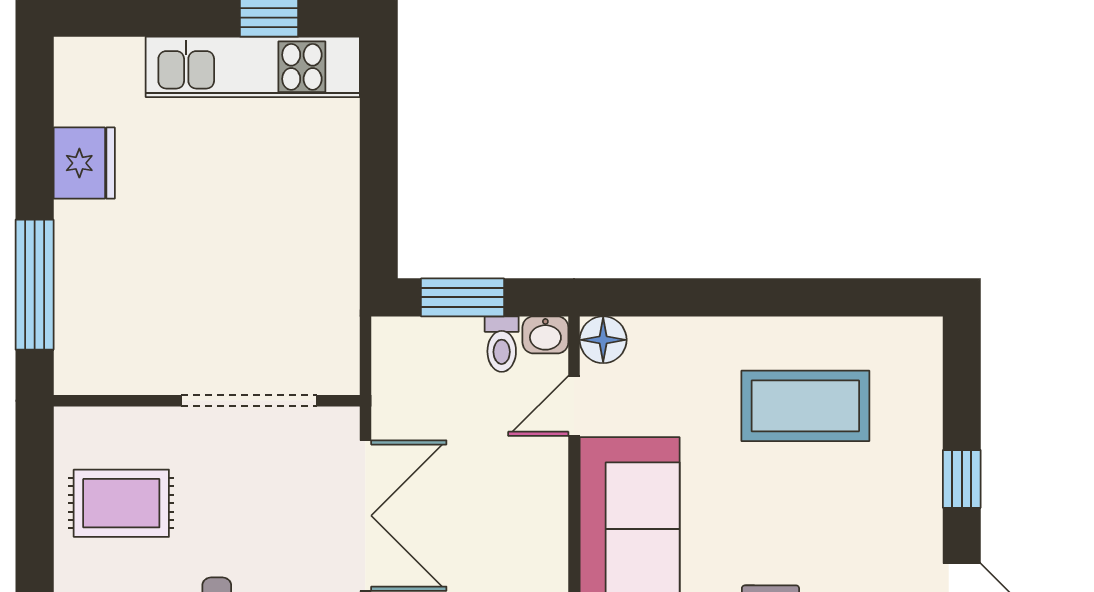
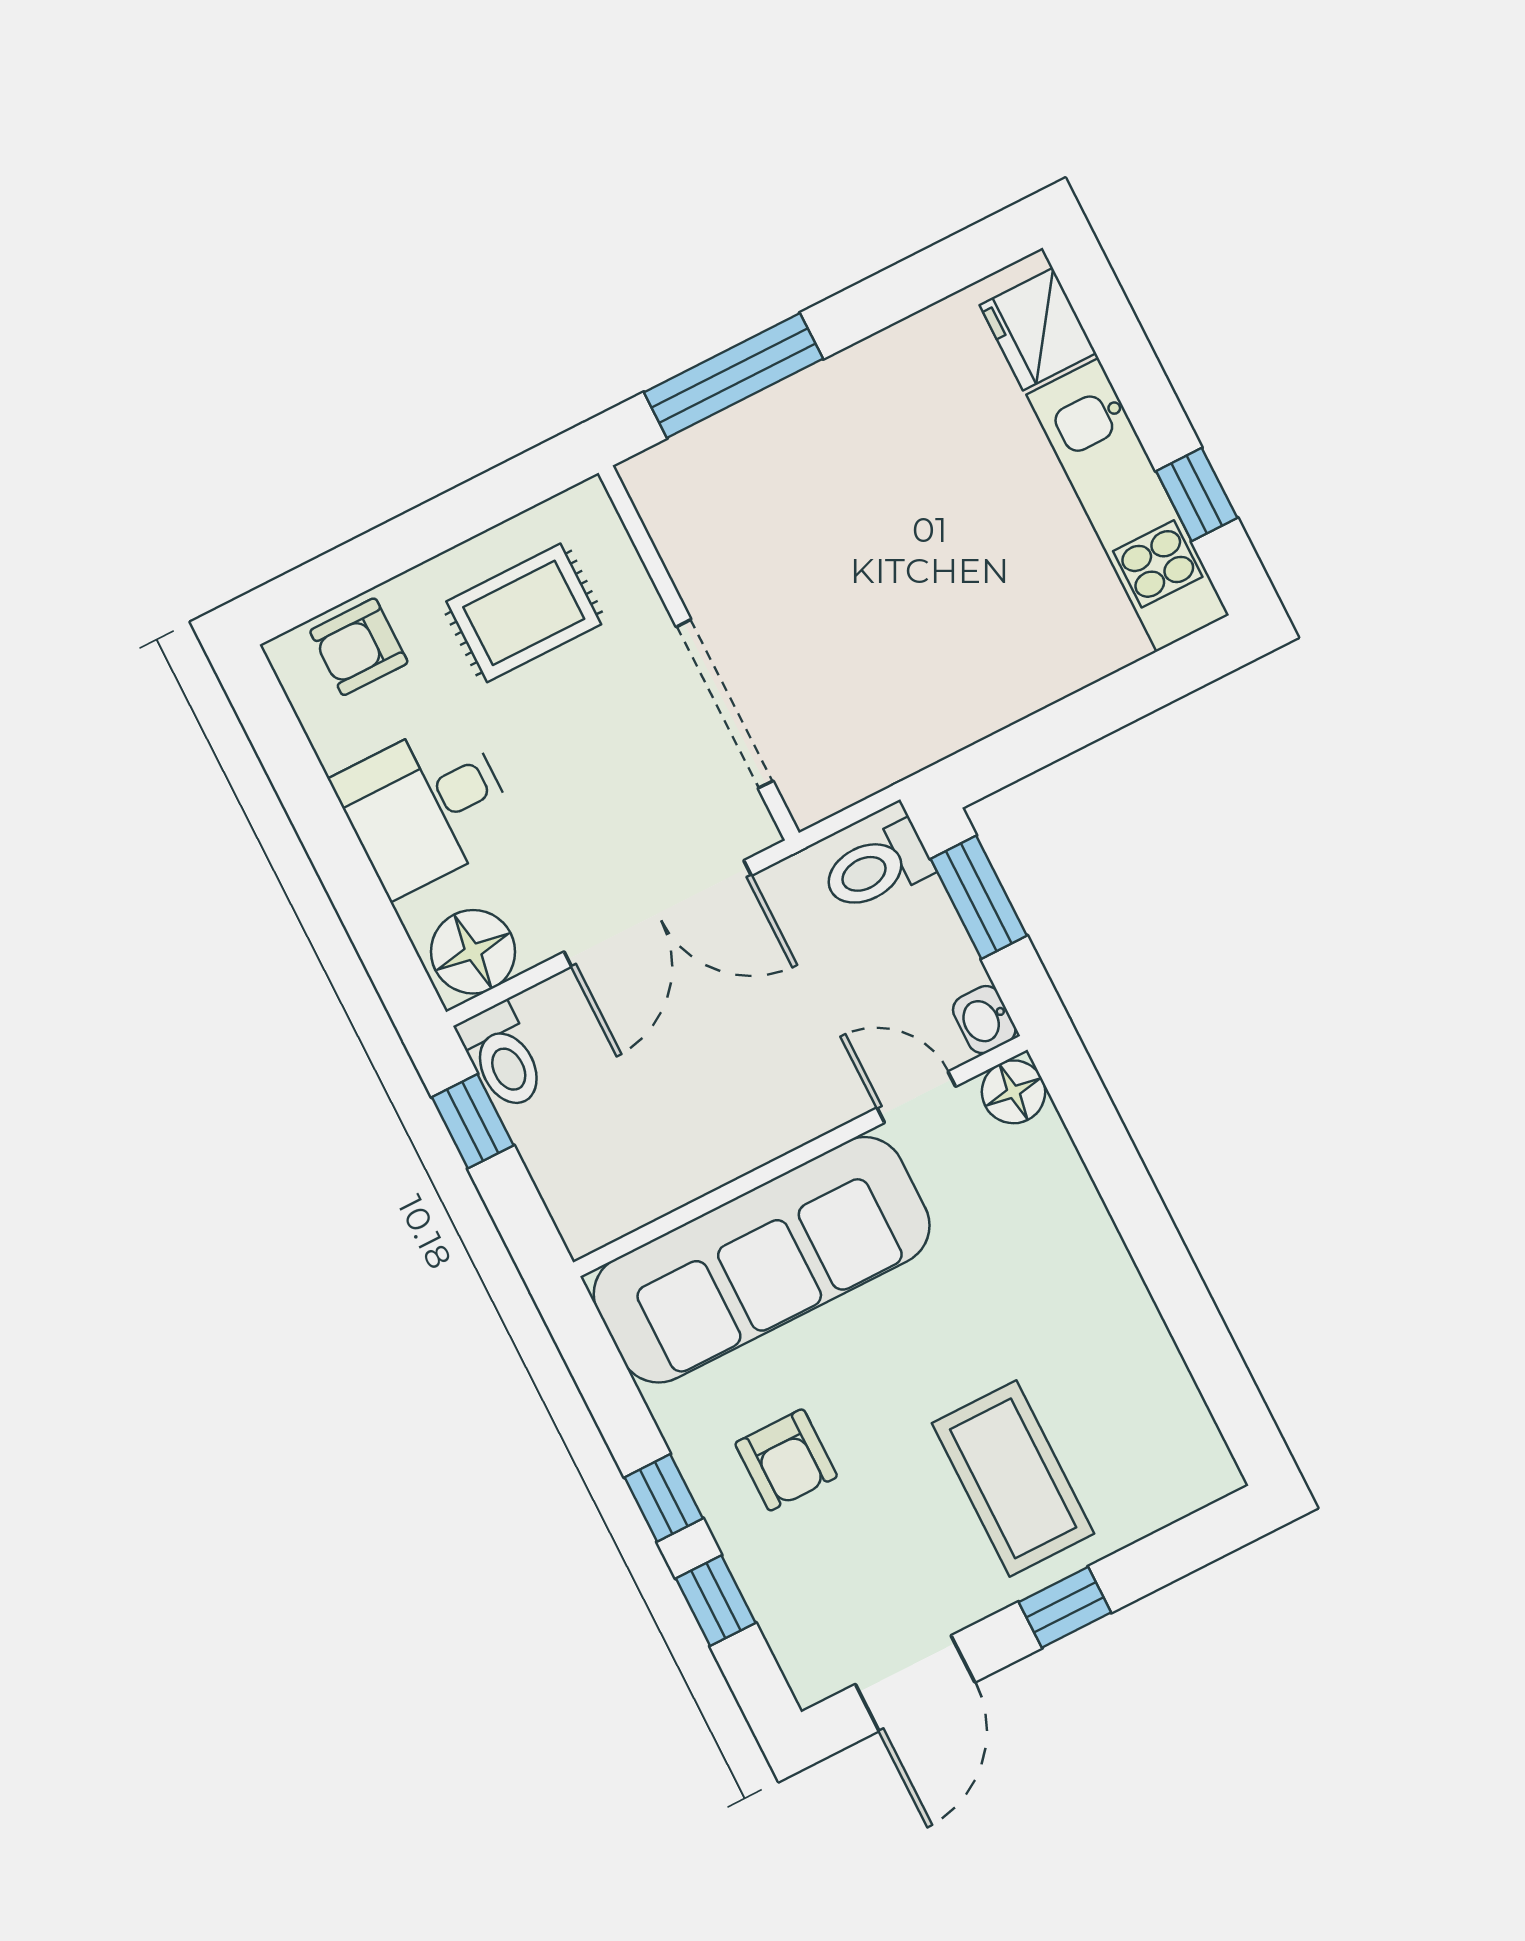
fridge: (84, 163) -> (1038, 329), moved, turned 90
toilet: (502, 344) -> (877, 867), moved, width x1.37, depth x1.39
coffee table: (805, 406) -> (1013, 1478), moved
rug: (121, 503) -> (524, 613), turned 90

